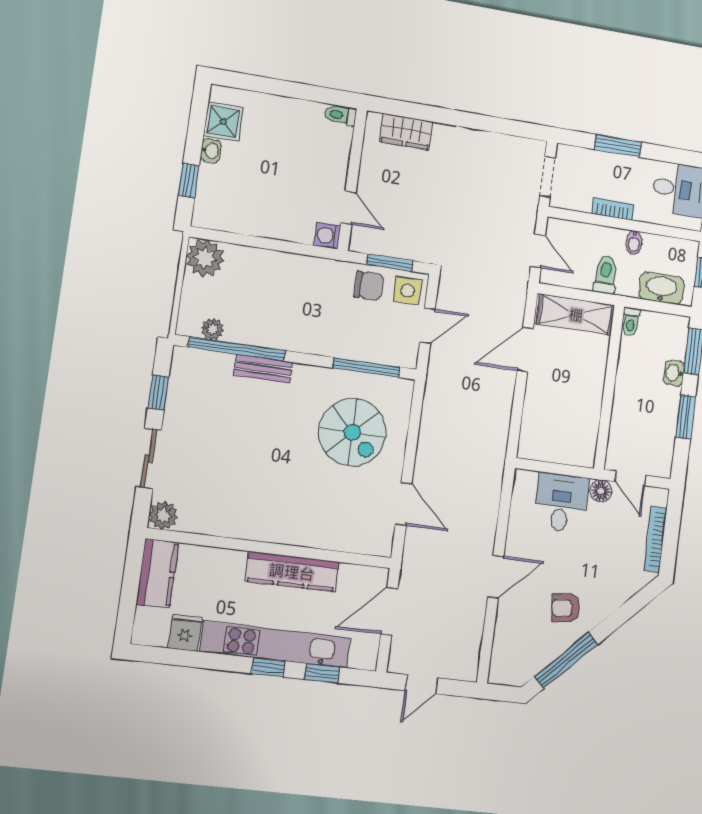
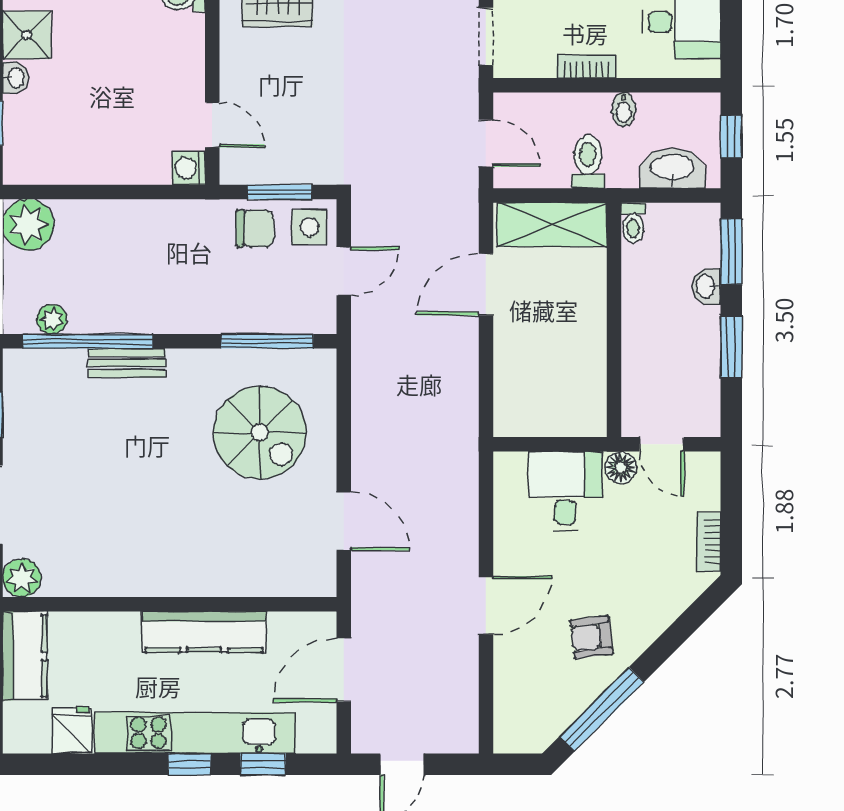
bookcase: (655, 539) -> (709, 542), width x0.64

